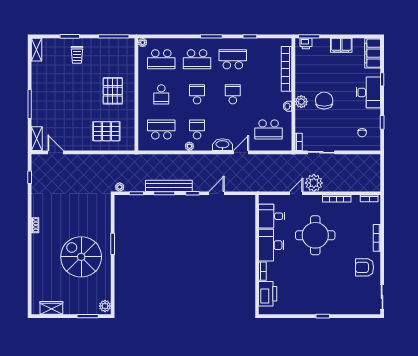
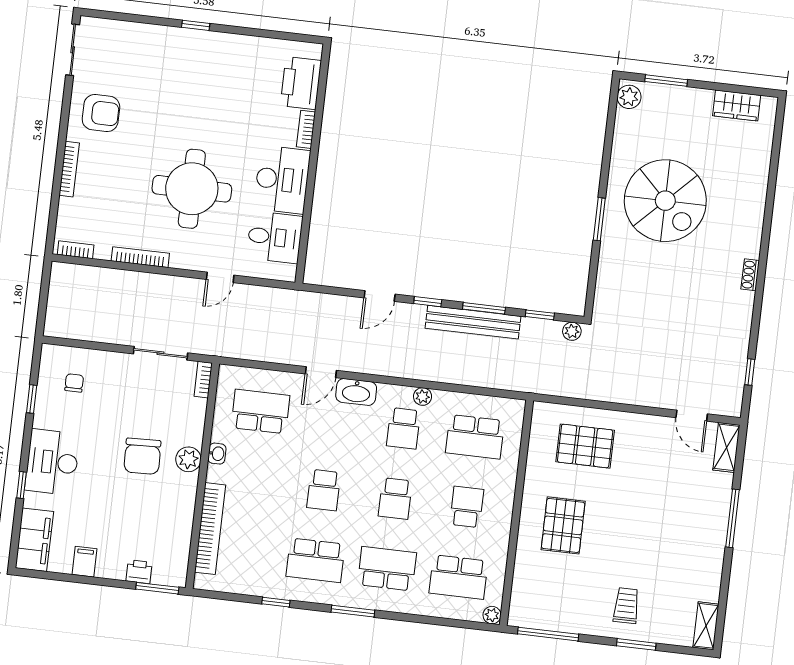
printer: (306, 43) -> (139, 572), moved
filing cabinet: (341, 45) -> (84, 562), width x0.50
school desk: (161, 59) -> (458, 577), turned 180
plant: (314, 183) -> (182, 294), removed

